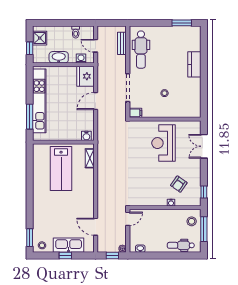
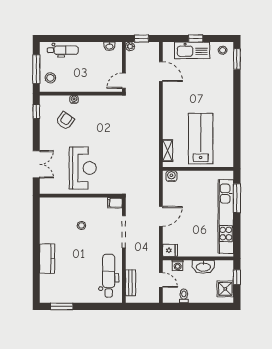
fridge: (85, 76) -> (170, 250), width x0.53, depth x0.75

